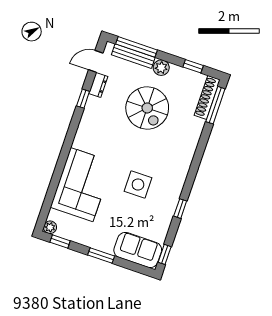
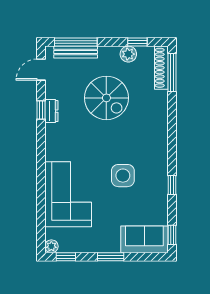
plant: (161, 68) -> (128, 54), moved
dresser: (98, 85) -> (51, 111), moved

